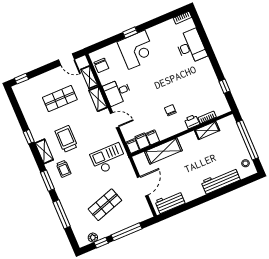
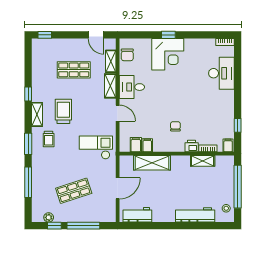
filing cabinet: (133, 146) -> (228, 145), moved

